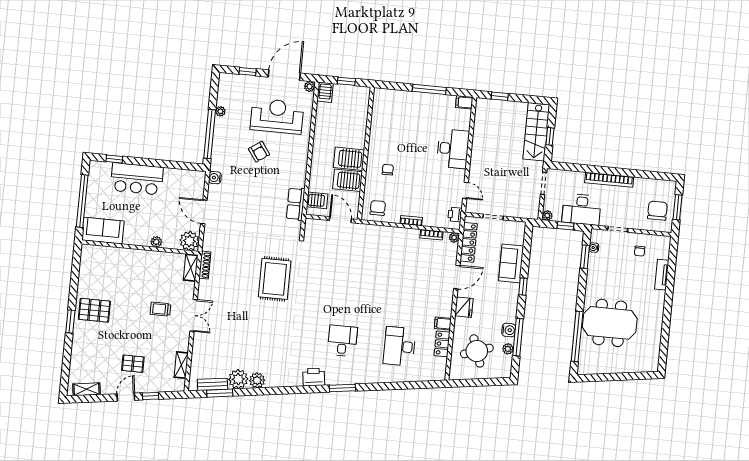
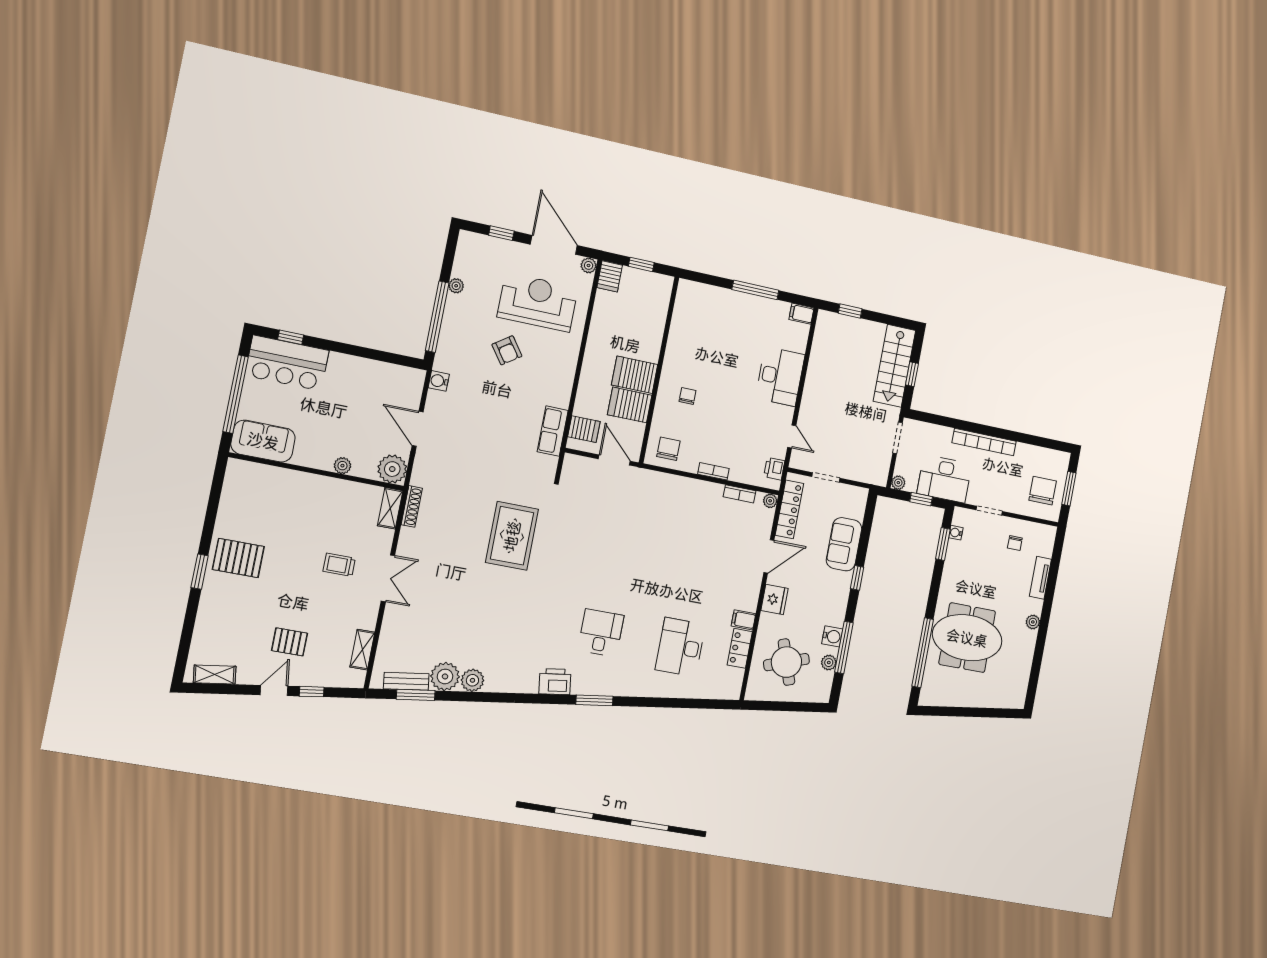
door: (284, 75) -> (554, 245), hinge flipped
bar counter: (137, 179) -> (287, 363), moved
plant: (659, 307) -> (1033, 622), added

